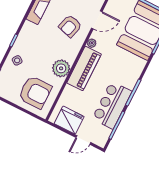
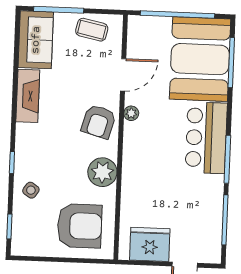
armchair: (70, 26) -> (99, 122), moved
piano: (84, 68) -> (137, 157), removed
bar counter: (112, 105) -> (206, 138), moved

